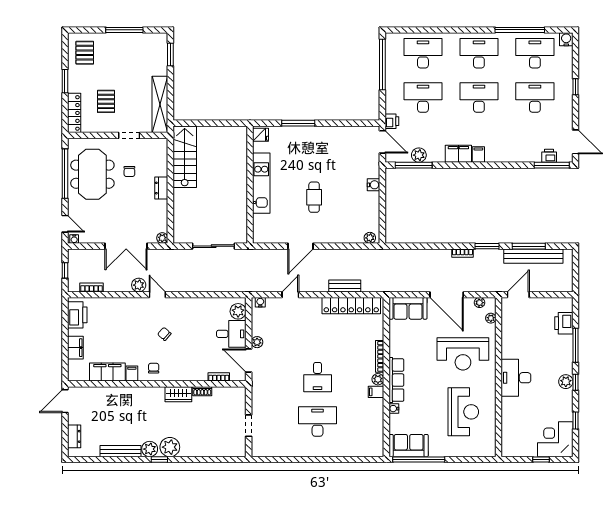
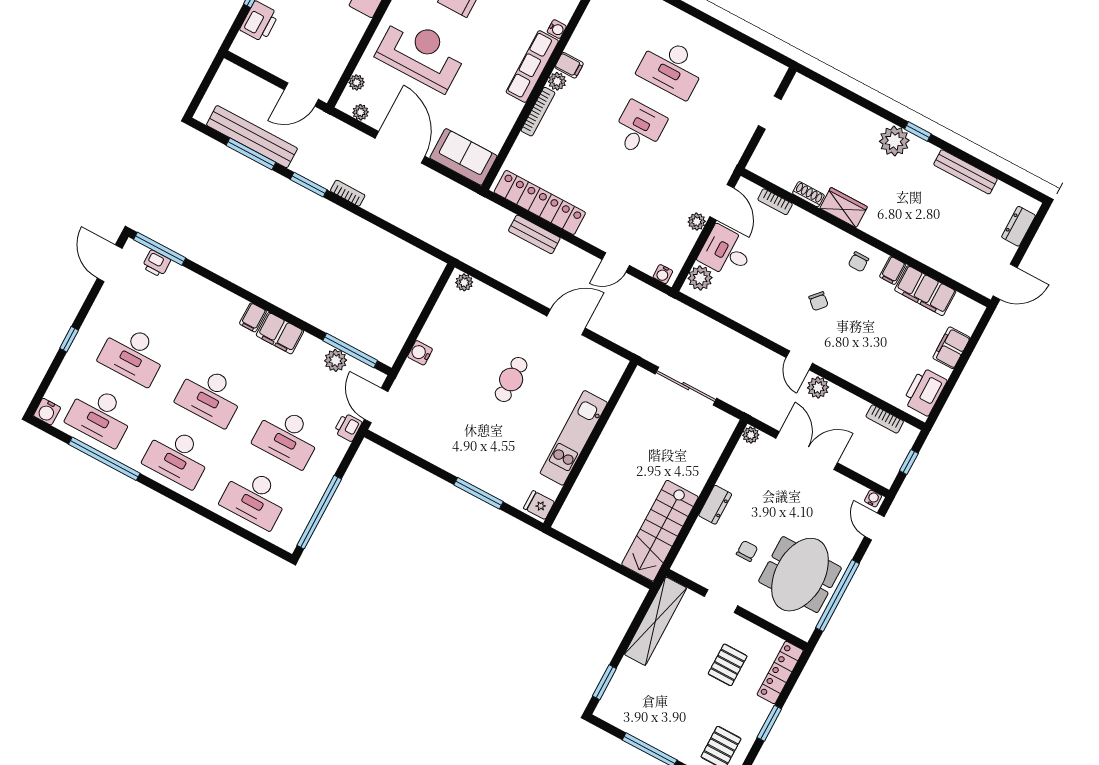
plant: (150, 449) -> (924, 153), removed

